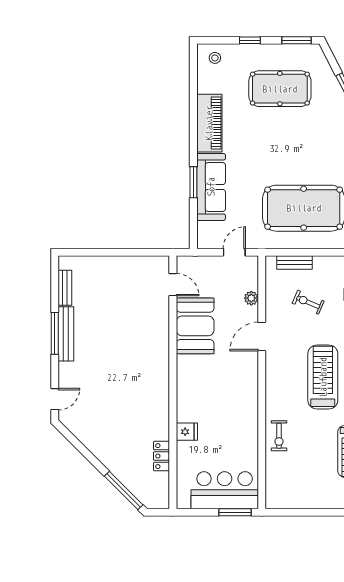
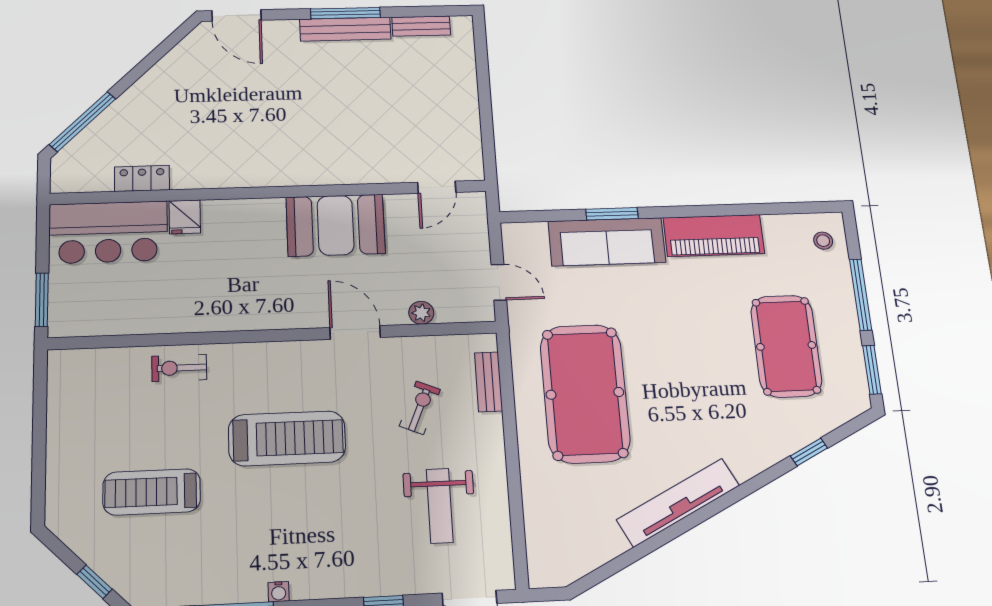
window: (250, 40) -> (861, 295), width x2.17
booth: (195, 326) -> (336, 225), moved
door: (55, 399) -> (237, 15), width x1.38
bar counter: (225, 490) -> (108, 232), moved, turned 90

